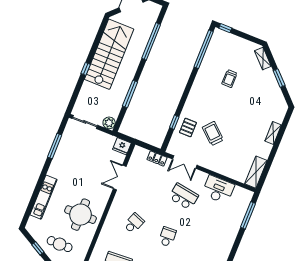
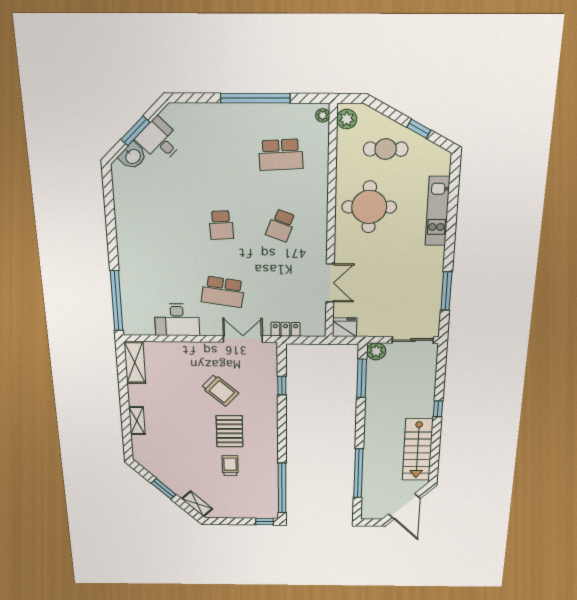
stairs: (109, 54) -> (418, 450), width x0.73, depth x0.66
window: (130, 94) -> (362, 378), moved
pallet: (188, 127) -> (230, 431), moved, width x1.50, depth x1.42
window: (248, 215) -> (117, 301), width x1.46

